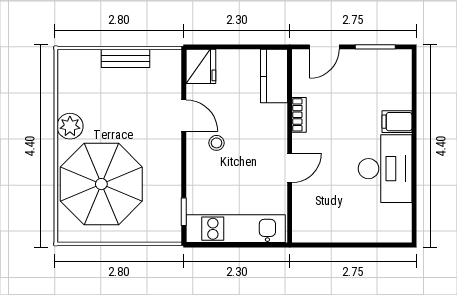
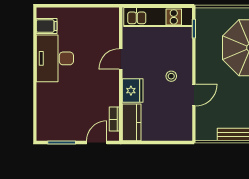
fridge: (201, 66) -> (133, 91), moved, turned 180
bookcase: (299, 115) -> (114, 119), moved
door: (184, 116) -> (194, 95), swing flipped
filing cabinet: (397, 122) -> (47, 26), moved

